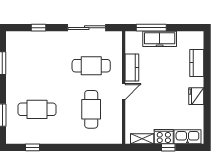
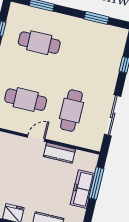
door: (124, 92) -> (36, 138), swing flipped
cafe table: (37, 109) -> (39, 43), turned 90

